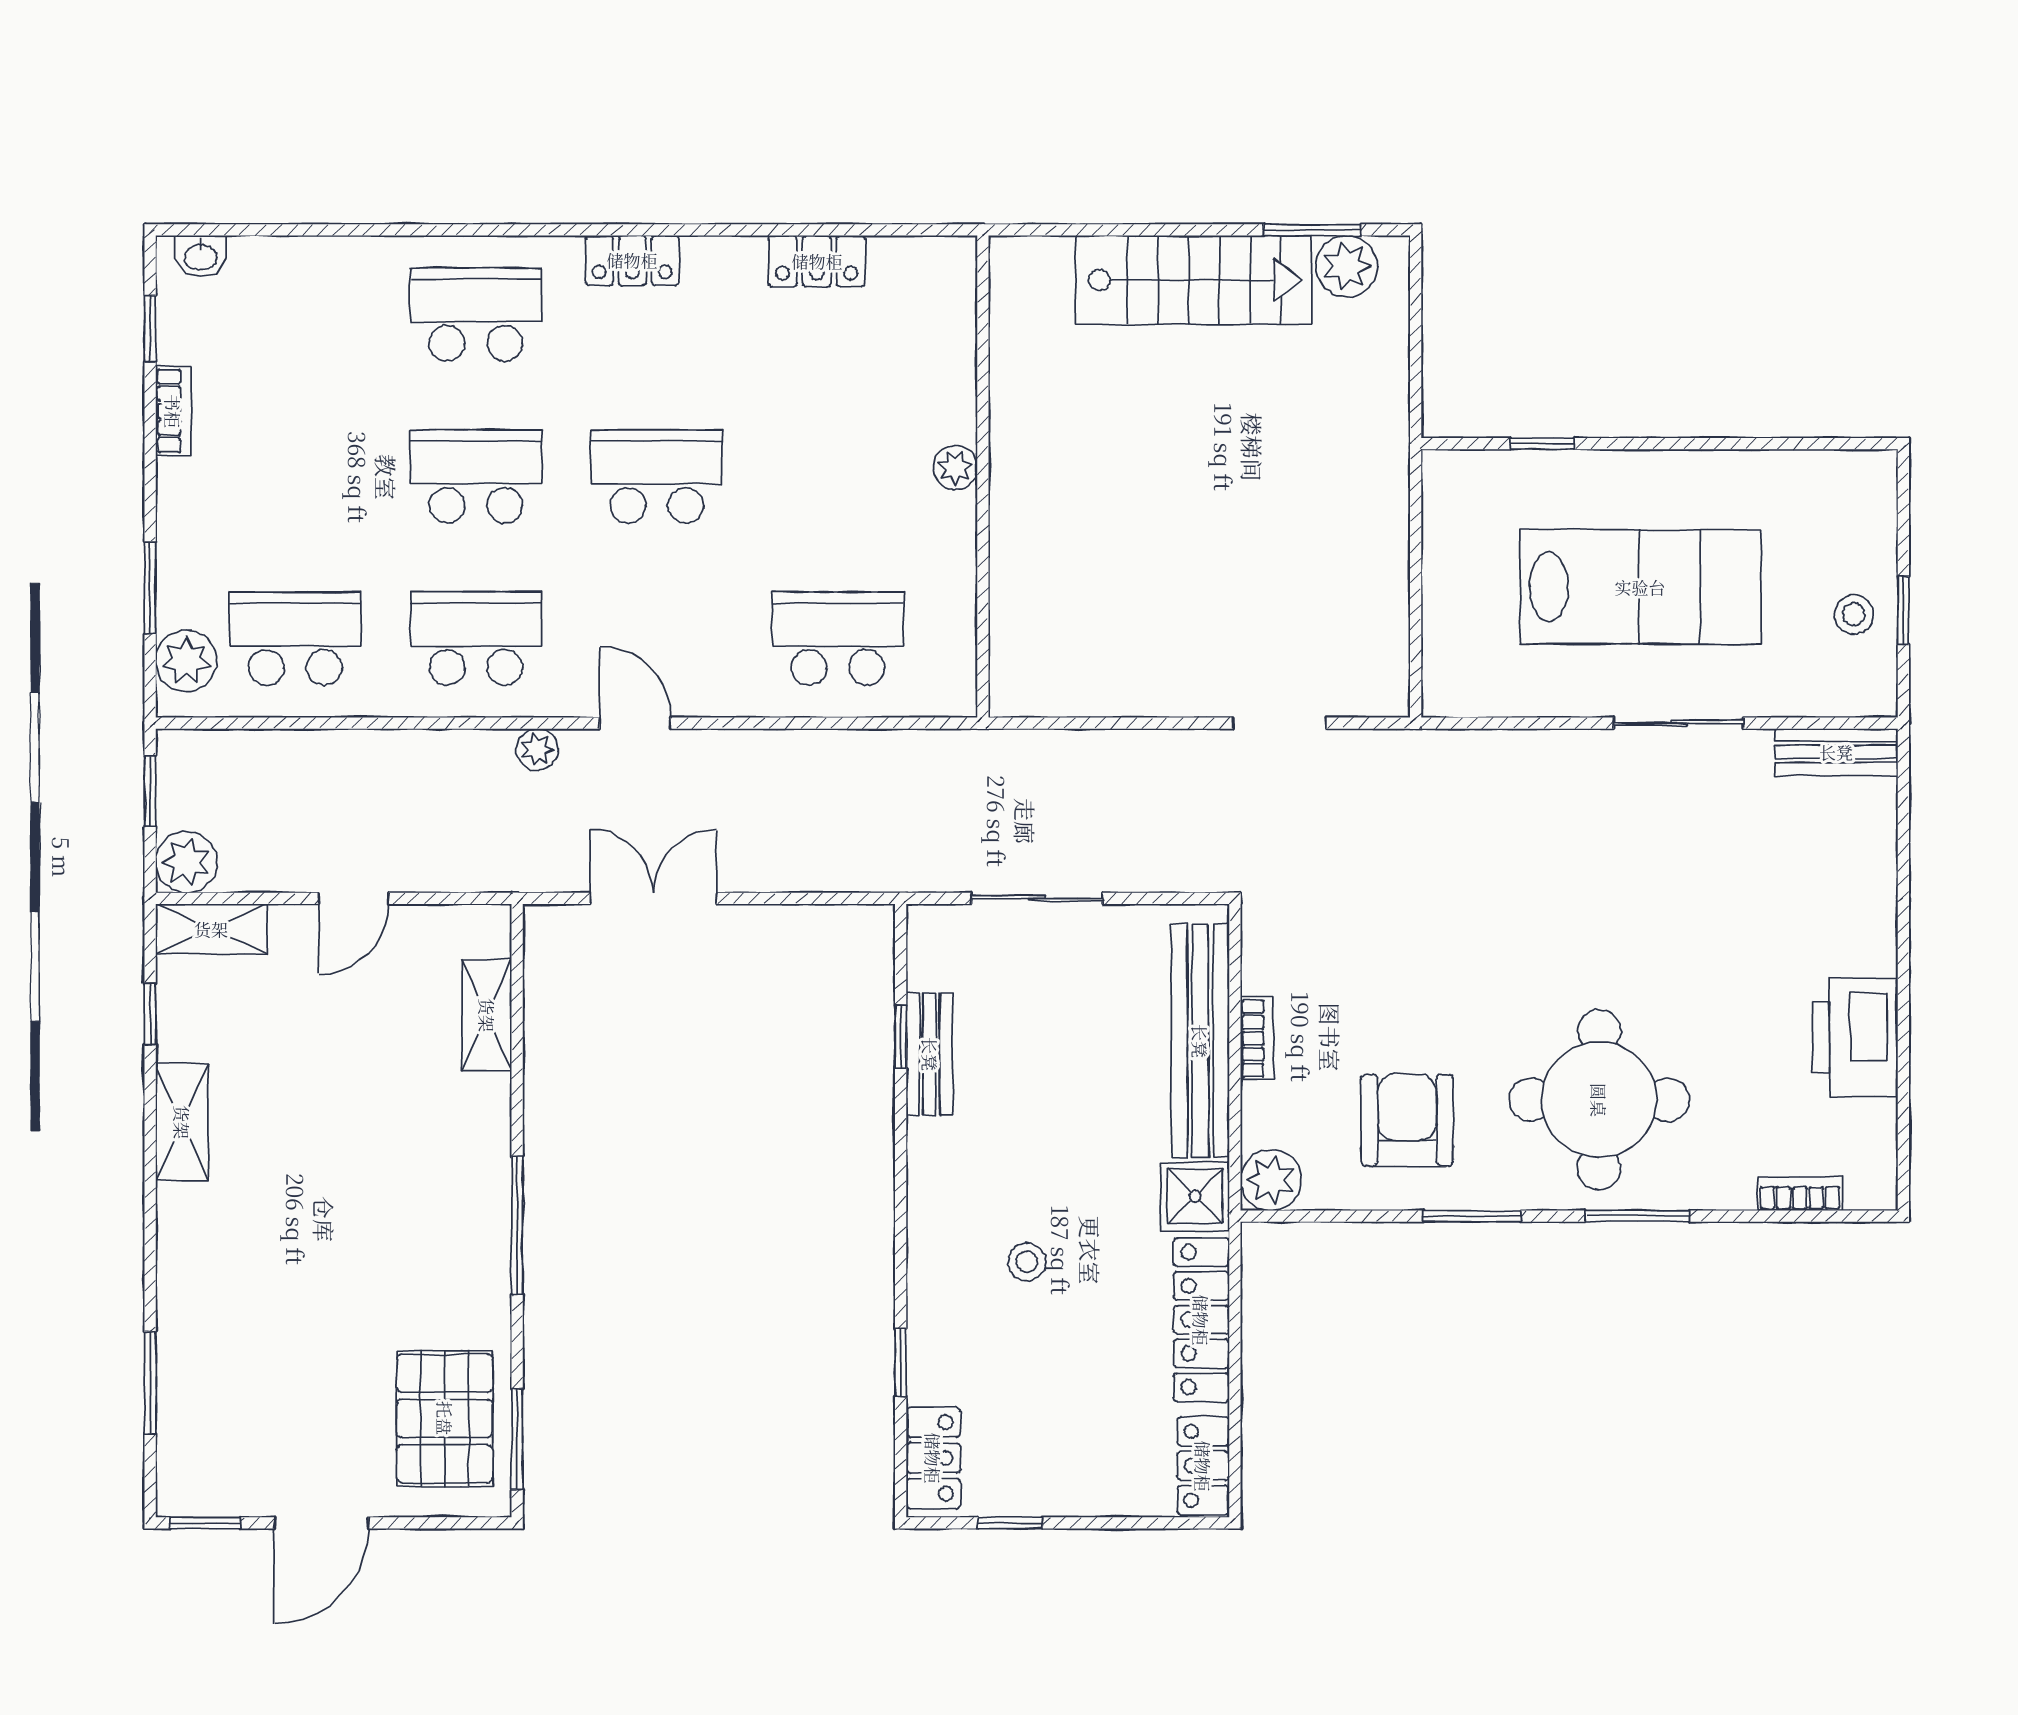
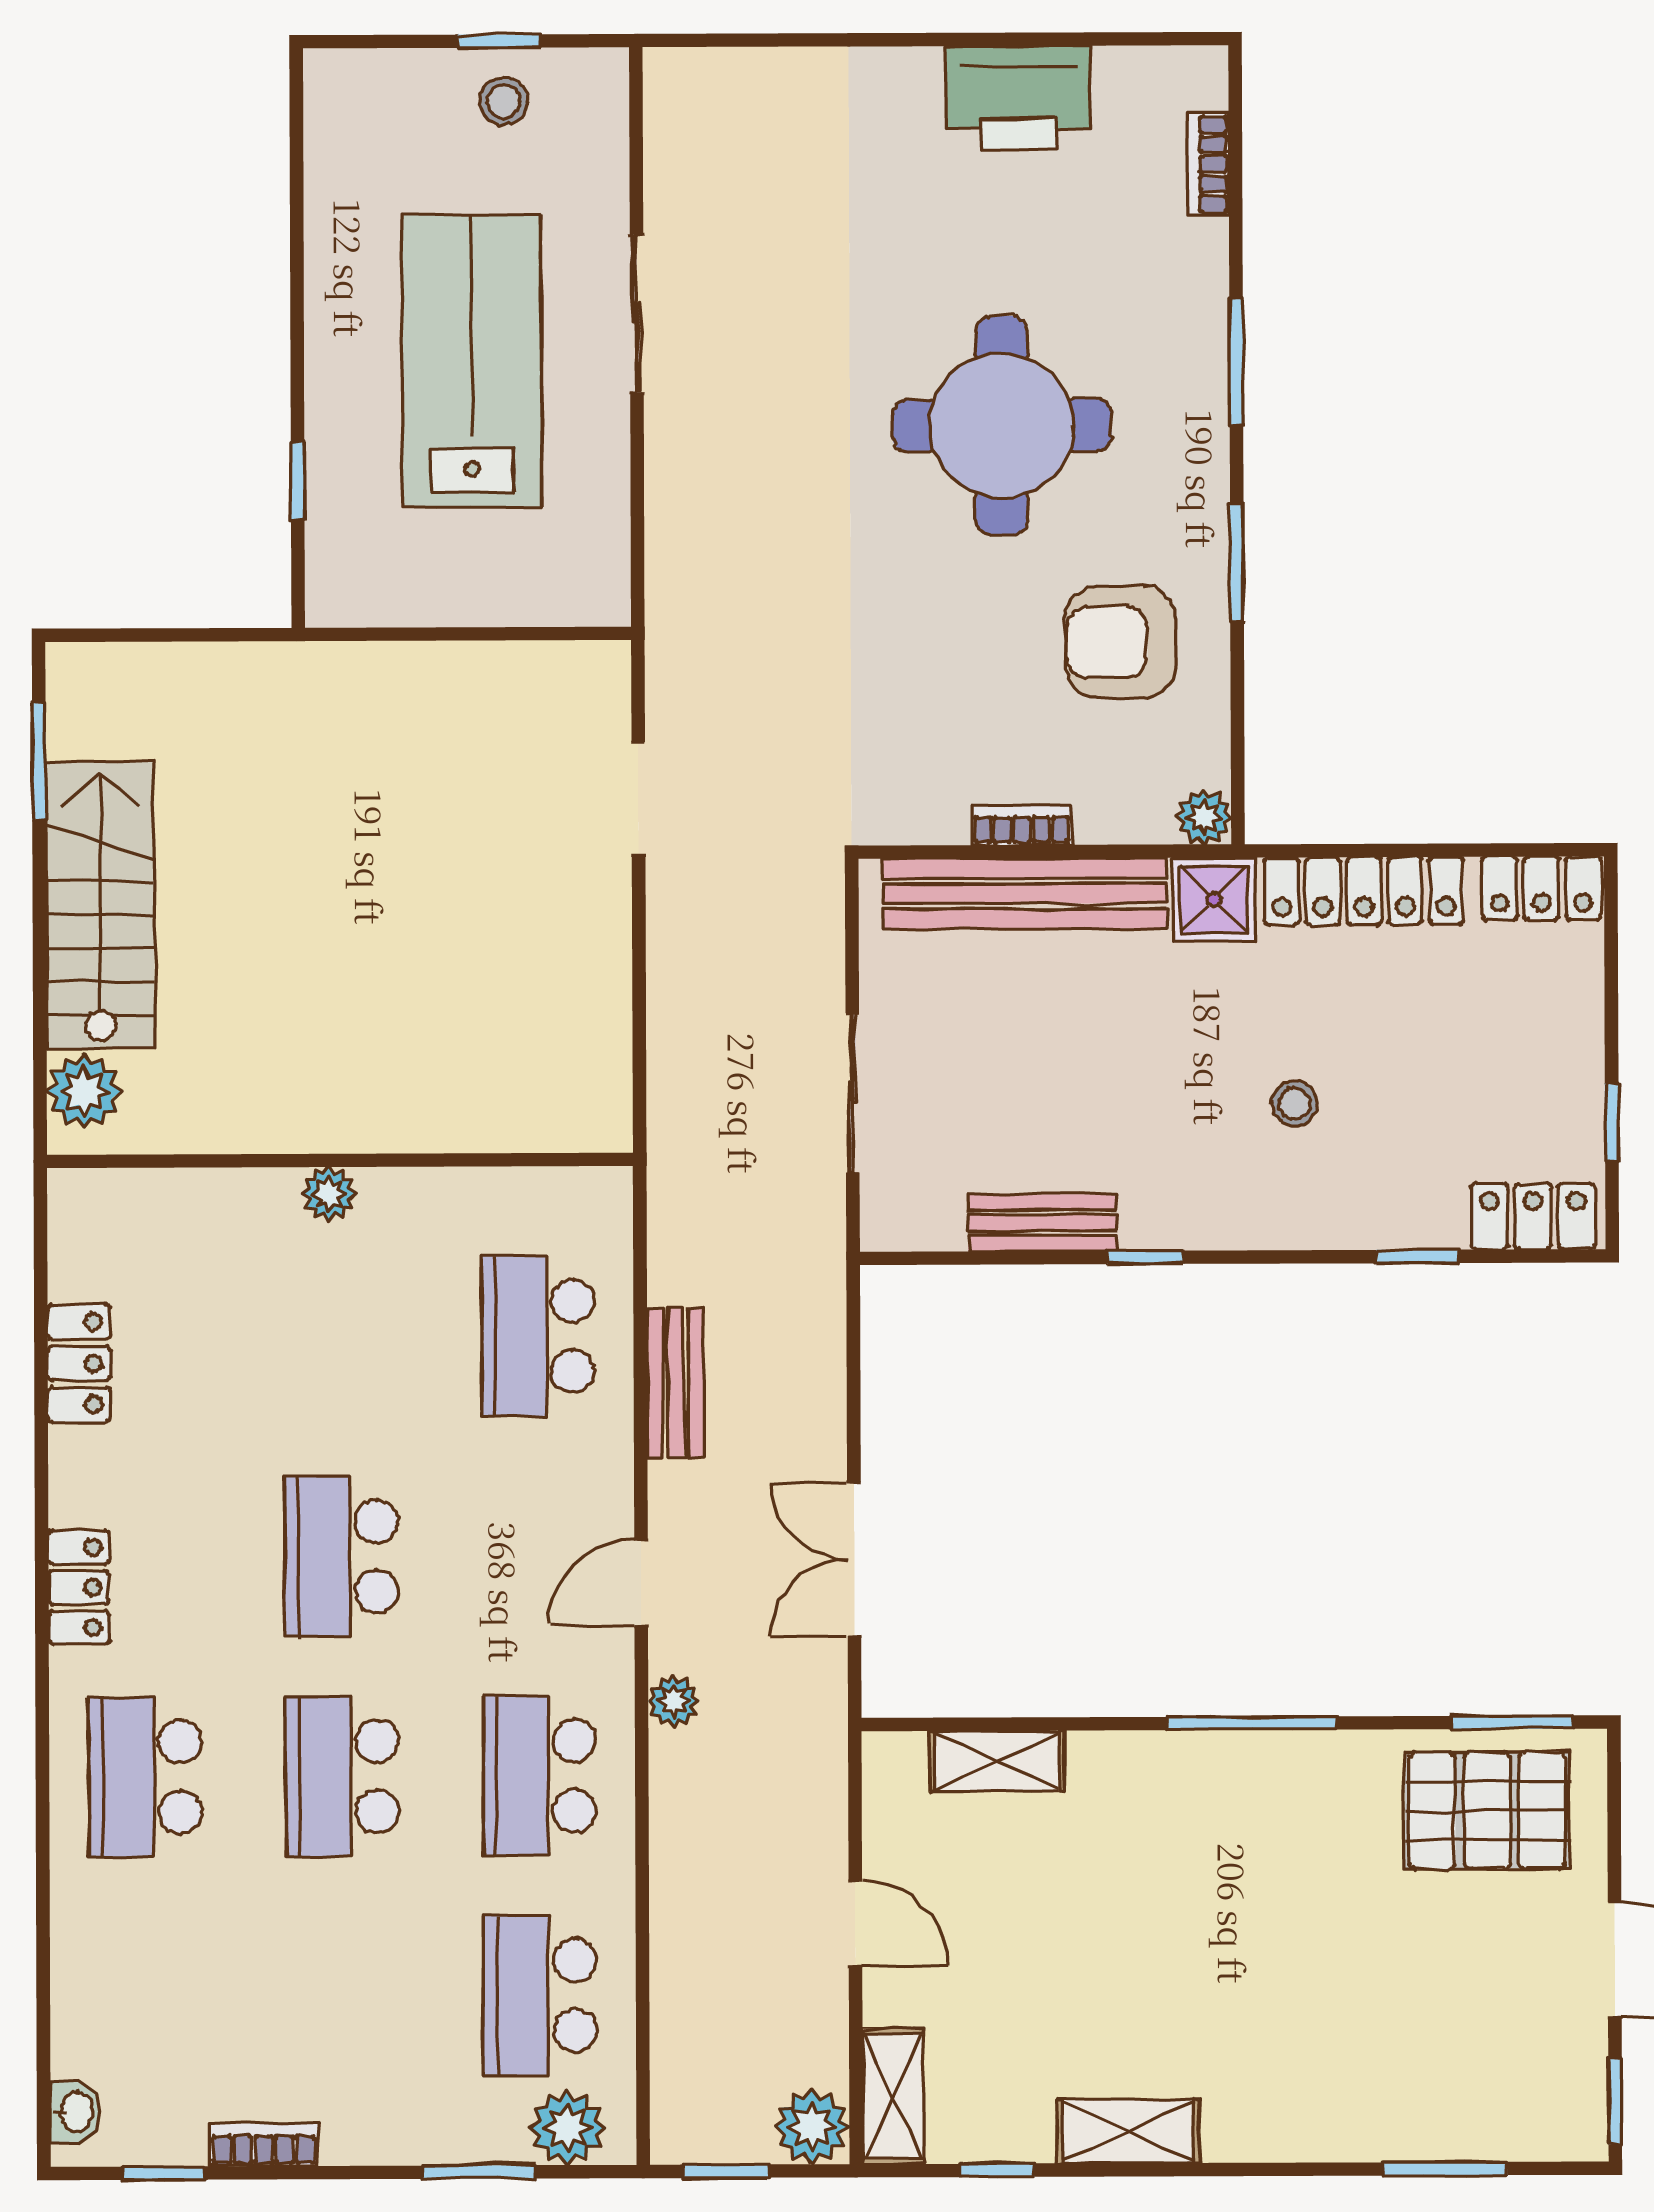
plant: (1347, 266) -> (84, 1091), moved
bench: (1836, 752) -> (676, 1382), moved
window: (901, 1037) -> (1145, 1257), moved
round table: (1599, 1100) -> (1002, 425), moved
plant: (1271, 1180) -> (1204, 817), width x0.73, depth x0.73

